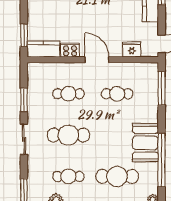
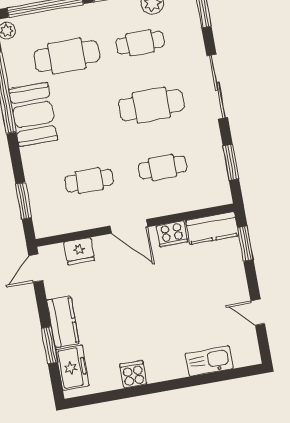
window: (162, 88) -> (24, 201), width x0.69
window: (24, 100) -> (231, 162), moved
sliding door: (24, 139) -> (217, 87), width x1.37

